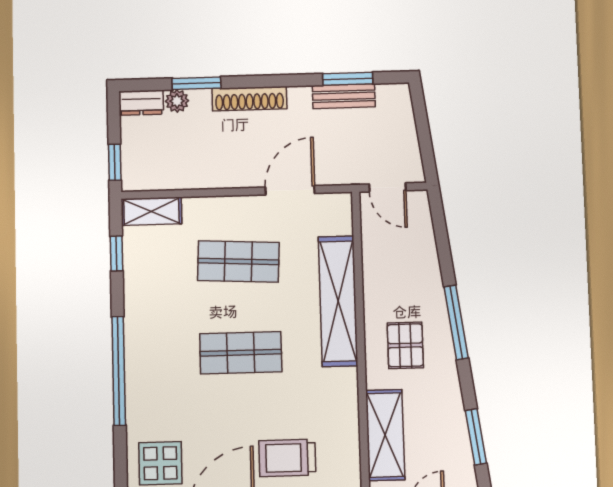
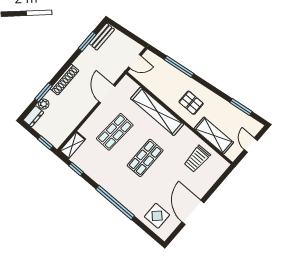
bench: (344, 96) -> (102, 37), moved
window: (456, 322) -> (179, 67), moved
trolley: (287, 458) -> (197, 159), moved

